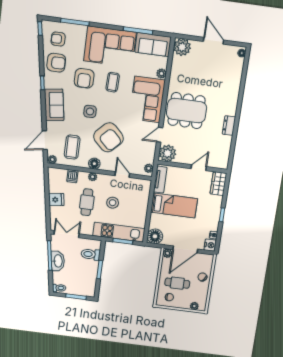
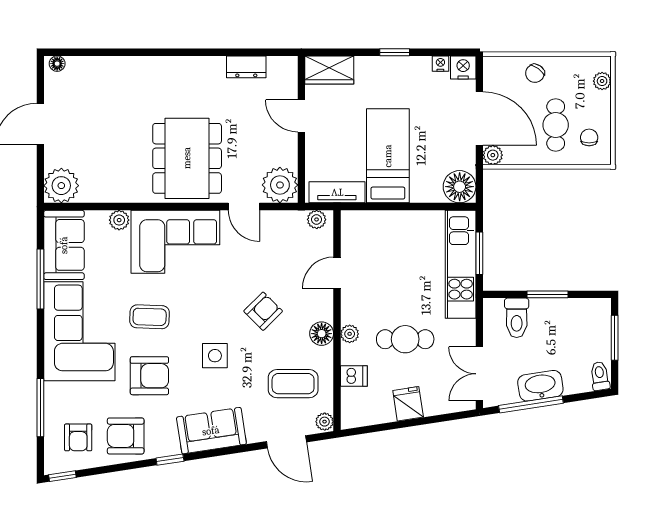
armchair: (56, 63) -> (126, 436), turned -90
dresser: (229, 126) -> (246, 67), moved
armchair: (108, 137) -> (263, 311), width x0.53, depth x0.53
stool: (113, 203) -> (399, 285), removed

